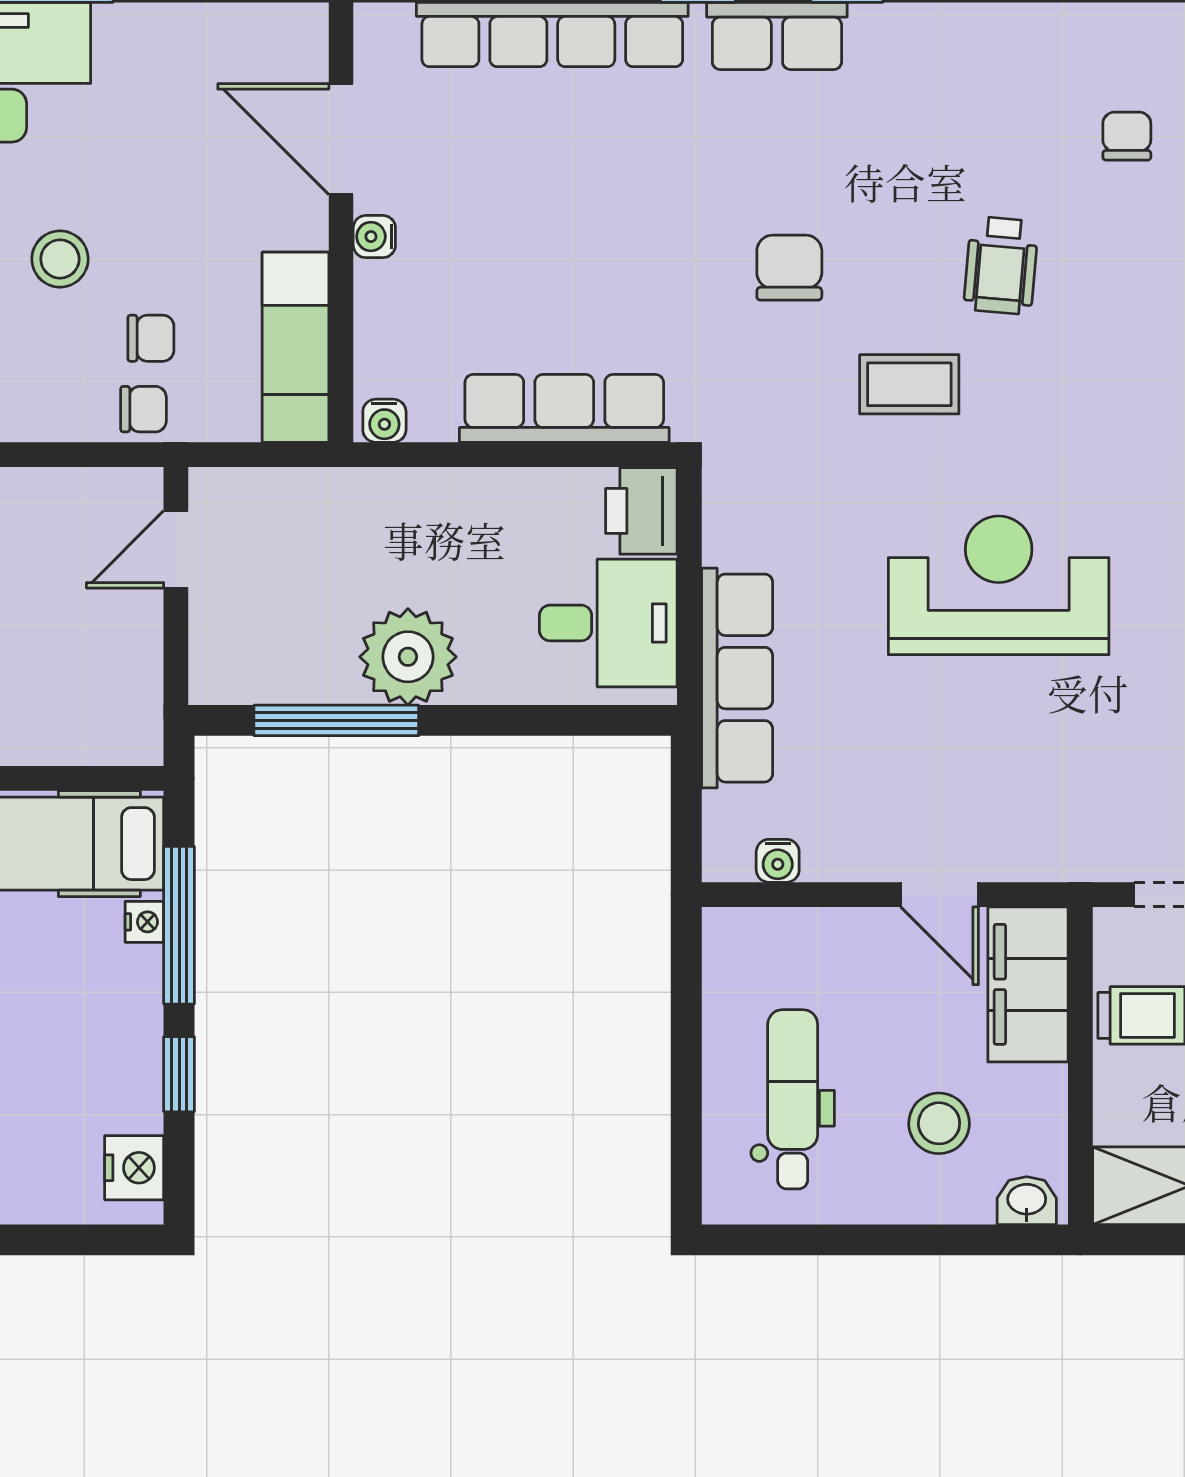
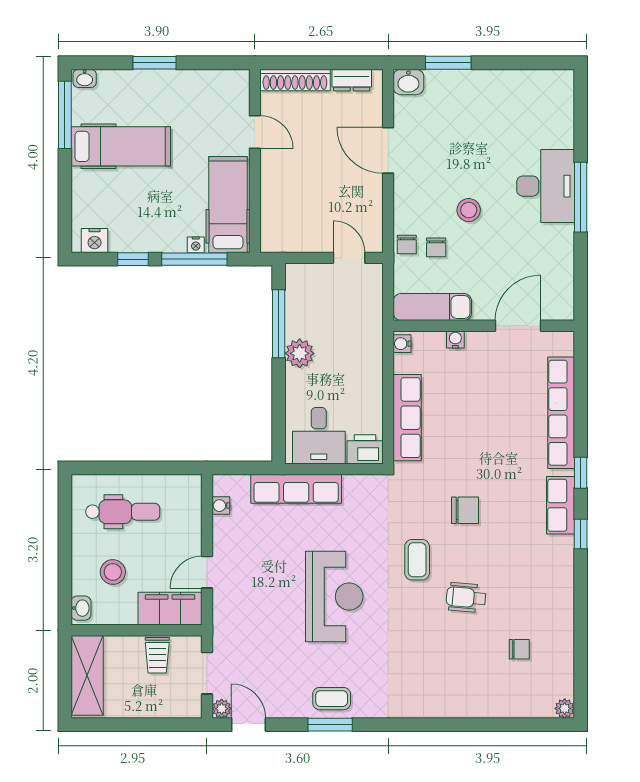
water cooler: (374, 237) -> (455, 339), moved
plant: (408, 657) -> (300, 353), width x0.73, depth x0.73

